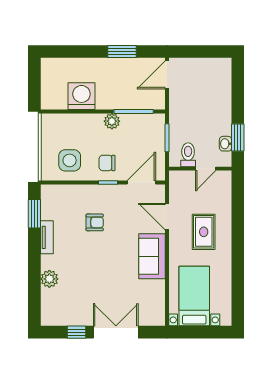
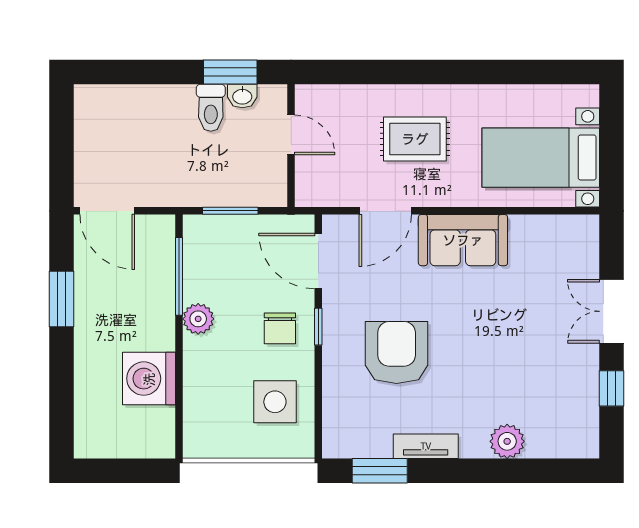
toilet: (188, 155) -> (211, 108), moved, turned -90
armchair: (95, 222) -> (397, 353), width x1.88, depth x1.88
double door: (116, 332) -> (612, 311), width x0.73

